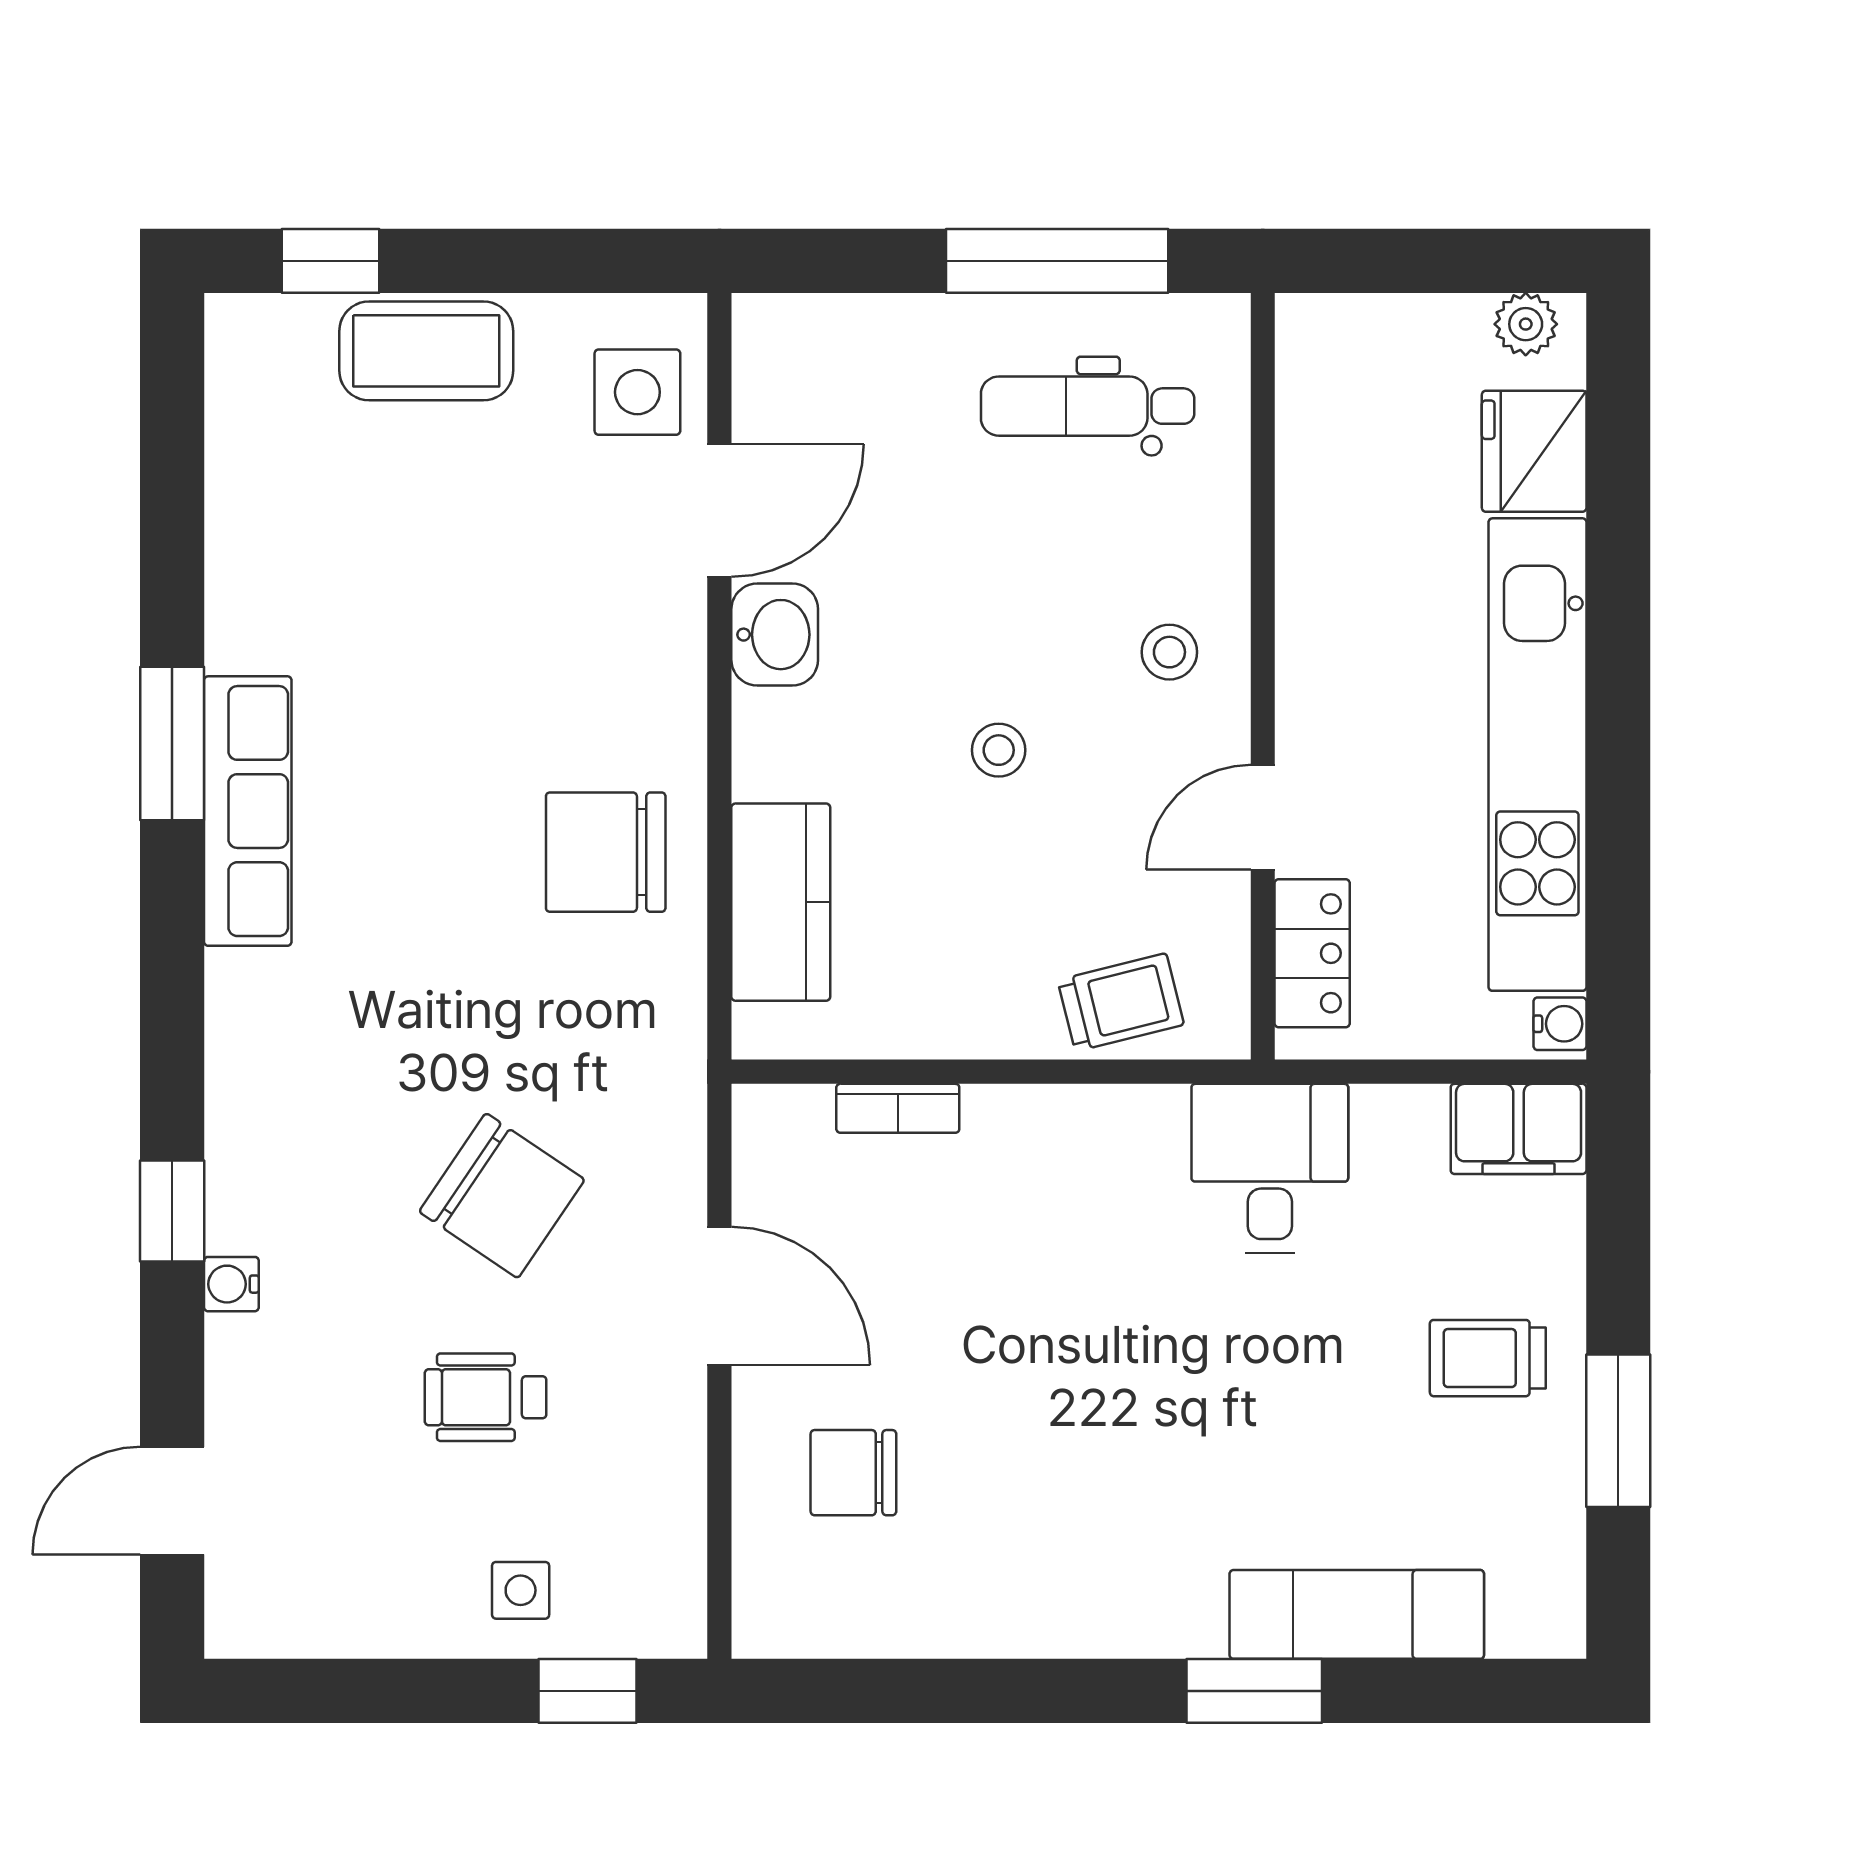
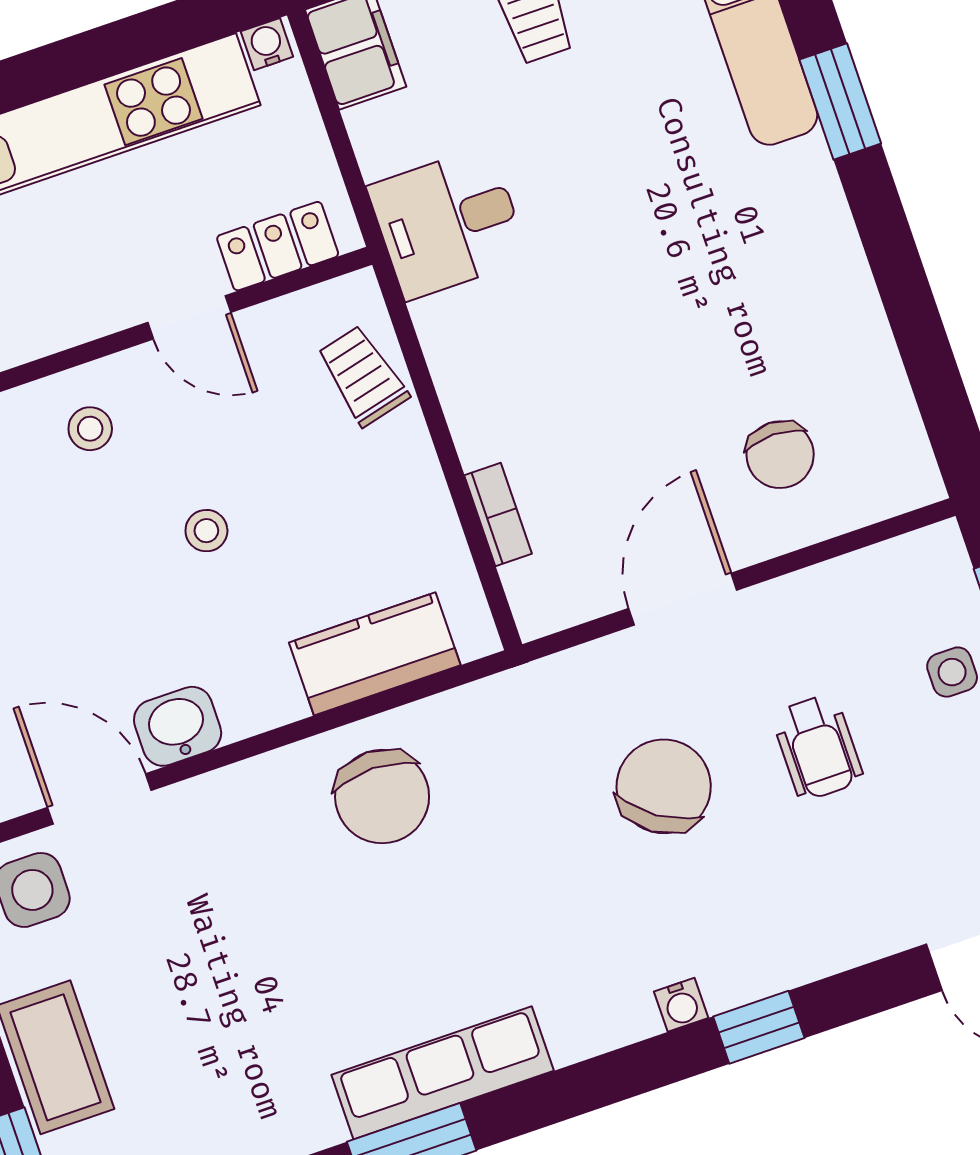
water cooler: (231, 1284) -> (681, 1005), moved

